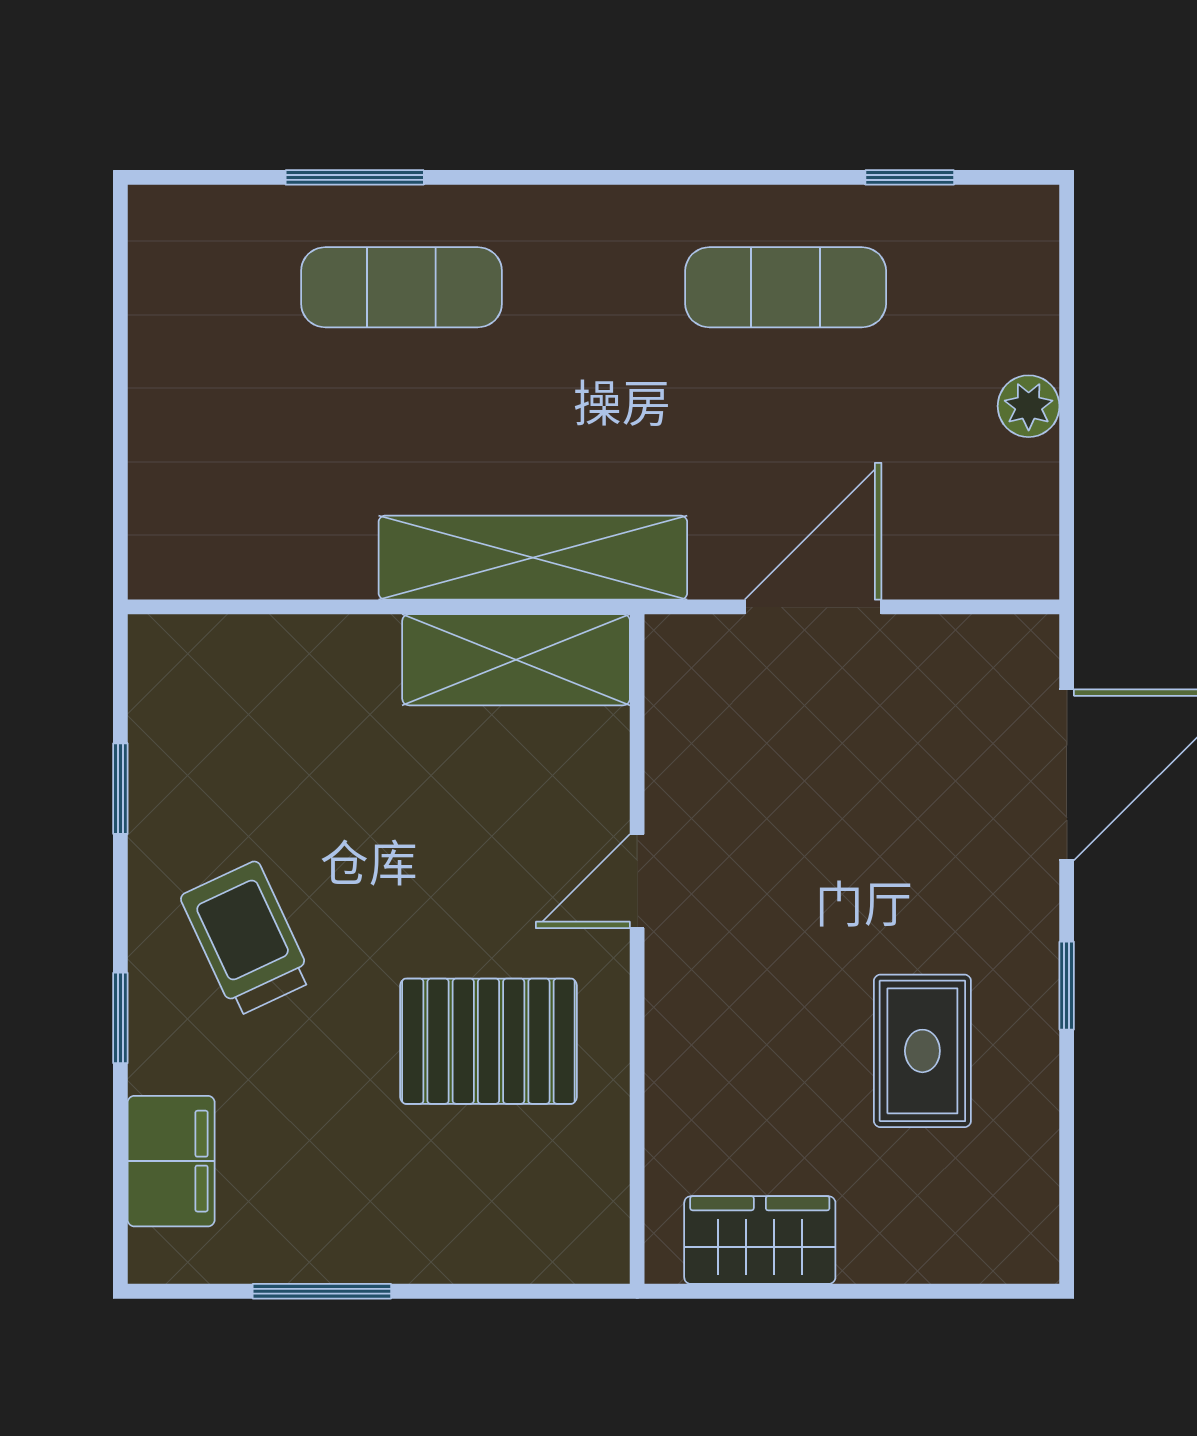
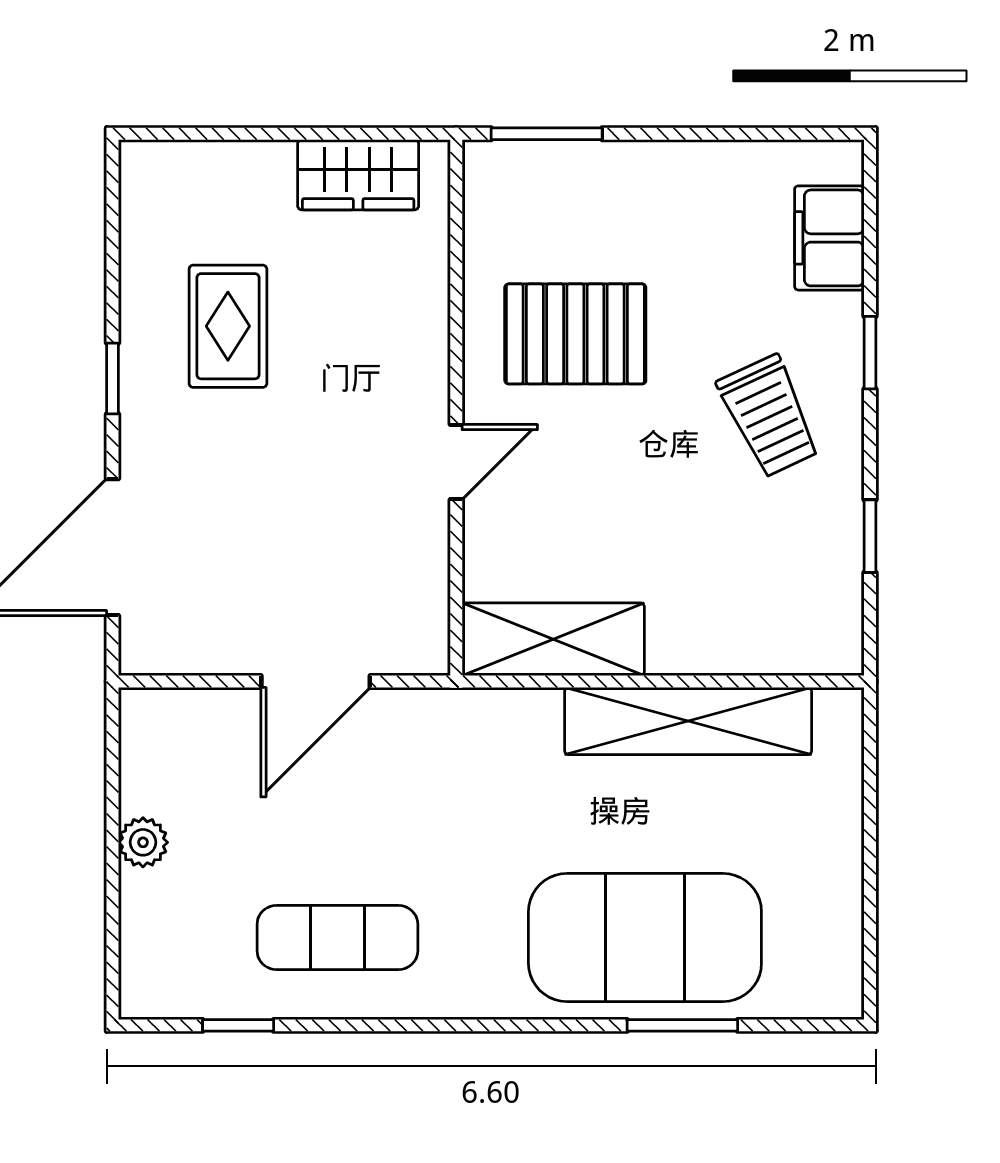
exercise mat: (401, 287) -> (645, 937), width x2.00, depth x1.45
shelving: (533, 558) -> (688, 721), moved
window: (322, 1291) -> (547, 134), moved

